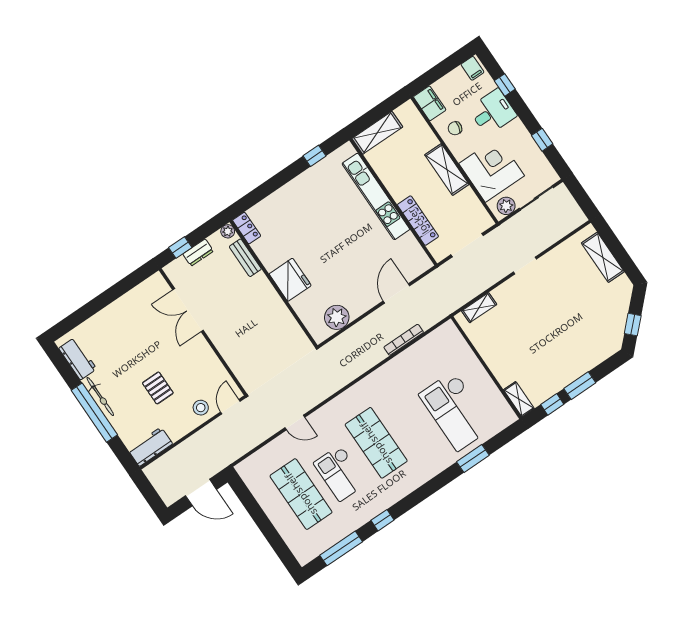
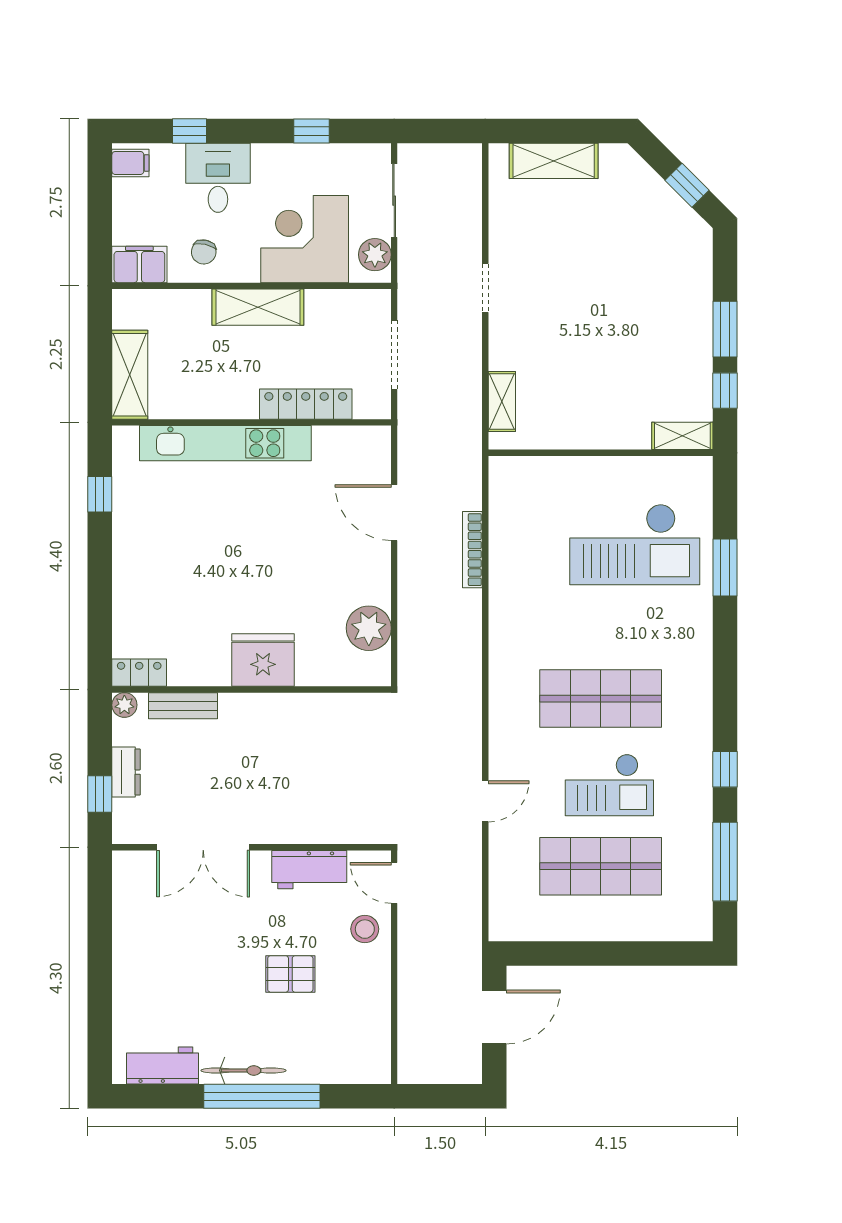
workbench: (150, 447) -> (309, 870), moved, turned -90

